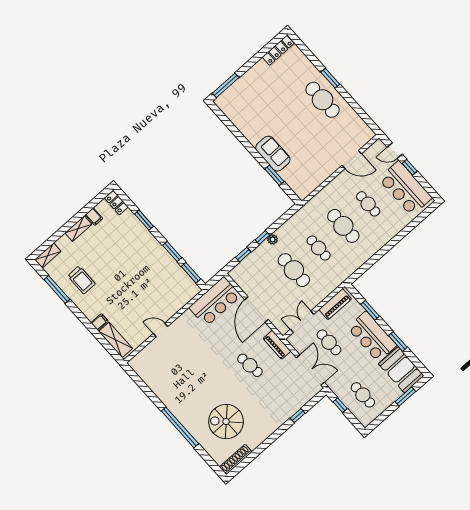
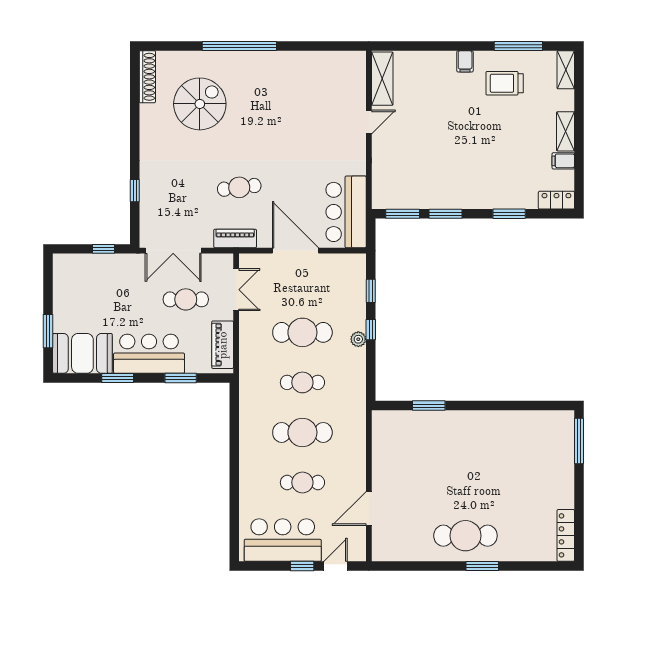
sofa: (273, 154) -> (455, 426), removed
filing cabinet: (100, 322) -> (465, 61), moved
shelving: (116, 340) -> (382, 79), moved, turned 90
cafe table: (363, 395) -> (92, 285), removed

